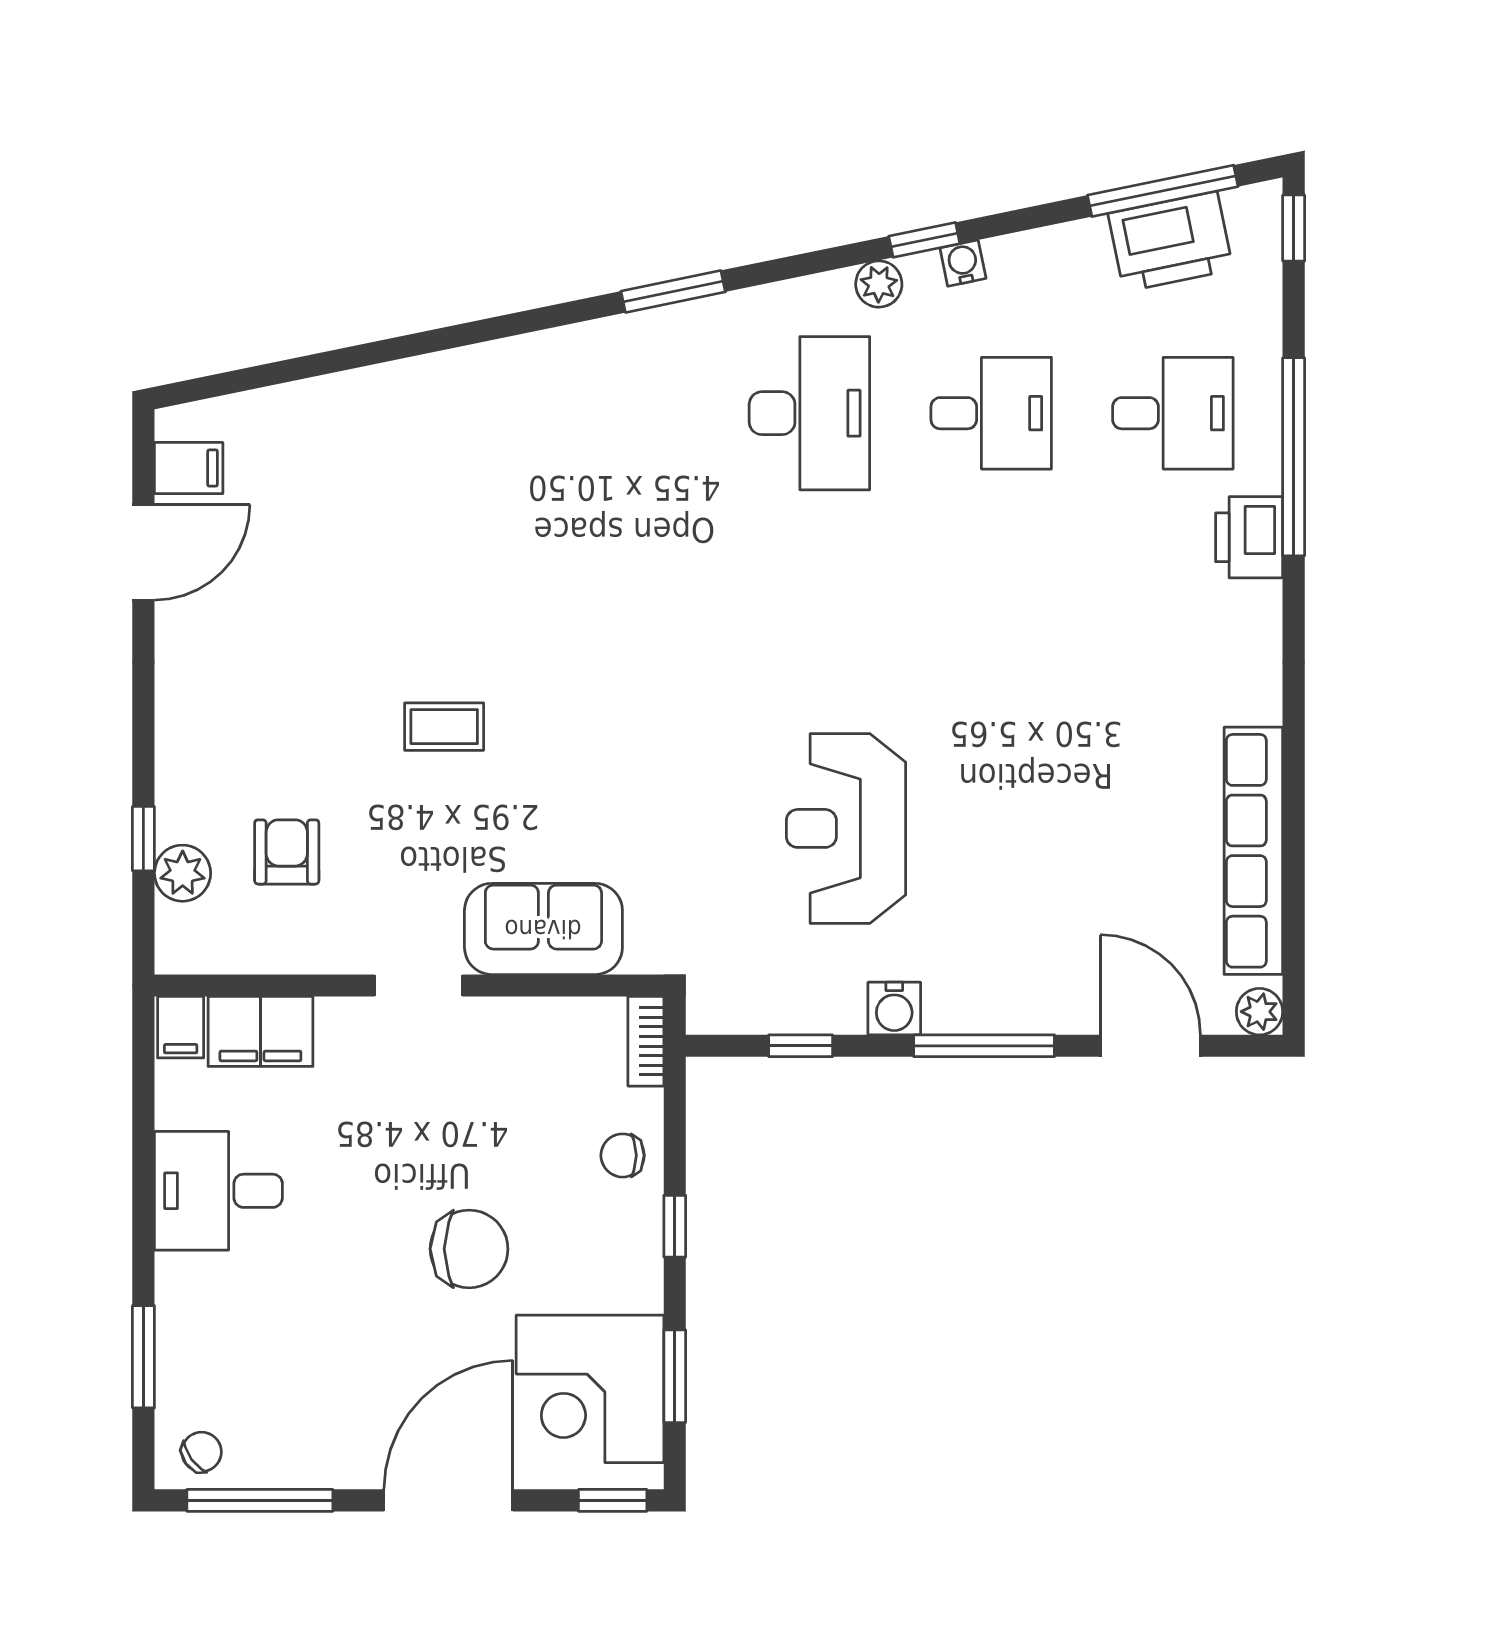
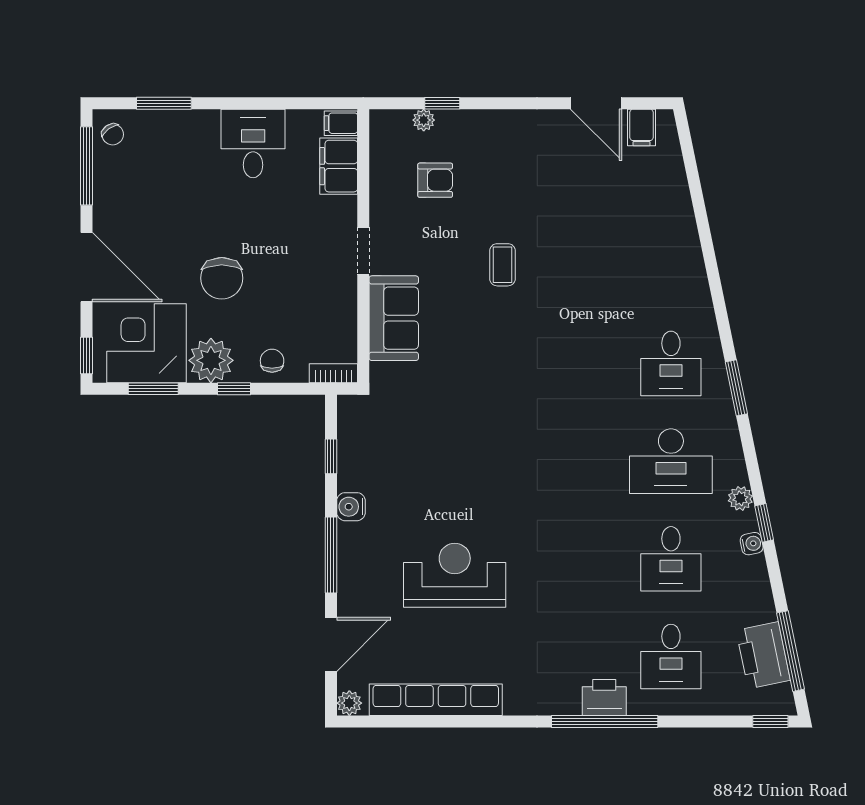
desk: (628, 413) -> (671, 363), added
window: (1294, 457) -> (605, 721), moved
reception desk: (846, 828) -> (455, 575), moved
plant: (183, 873) -> (424, 120), width x0.73, depth x0.73
plant: (622, 1269) -> (211, 360), added

